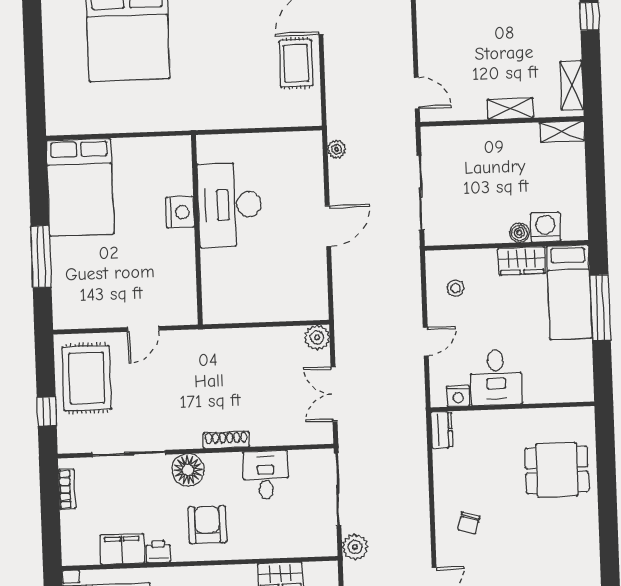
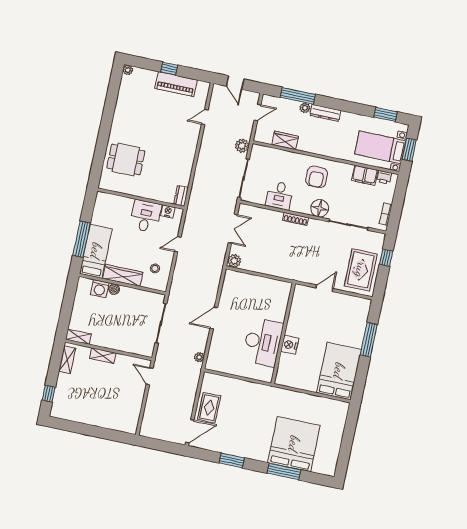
wardrobe: (522, 261) -> (123, 275), width x1.50
chair: (469, 523) -> (179, 143), removed
printer: (158, 552) -> (384, 177), moved

